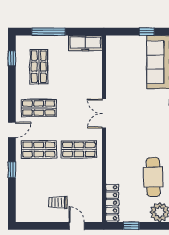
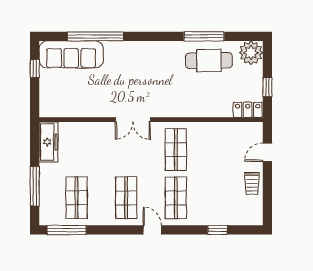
window: (12, 58) -> (67, 230), width x2.17
shop shelf: (39, 67) -> (77, 198), turned 90
window: (12, 170) -> (218, 230), moved
trolley: (58, 202) -> (252, 184), moved
locker: (112, 203) -> (248, 110), width x0.66

